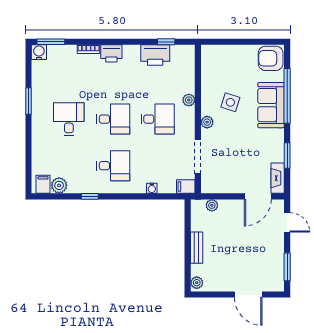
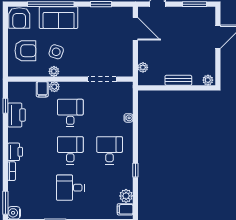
armchair: (232, 66) -> (25, 51), added
plant: (207, 122) -> (54, 71), moved
fireplace: (278, 178) -> (120, 12), removed
filing cabinet: (186, 187) -> (42, 89), moved

